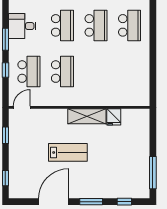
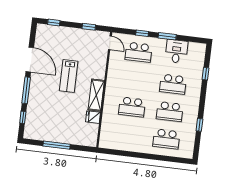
school desk: (62, 72) -> (132, 107), moved
window: (153, 173) -> (57, 145), moved
window: (91, 202) -> (26, 90), width x1.44

